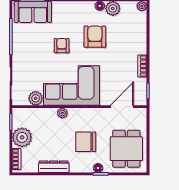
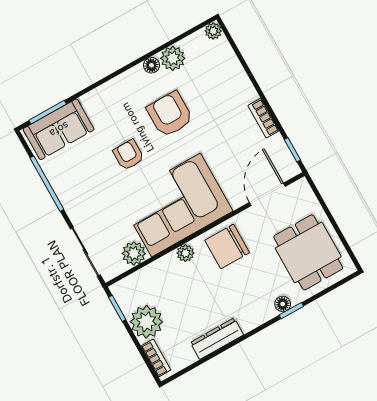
chair: (86, 142) -> (227, 246), moved

